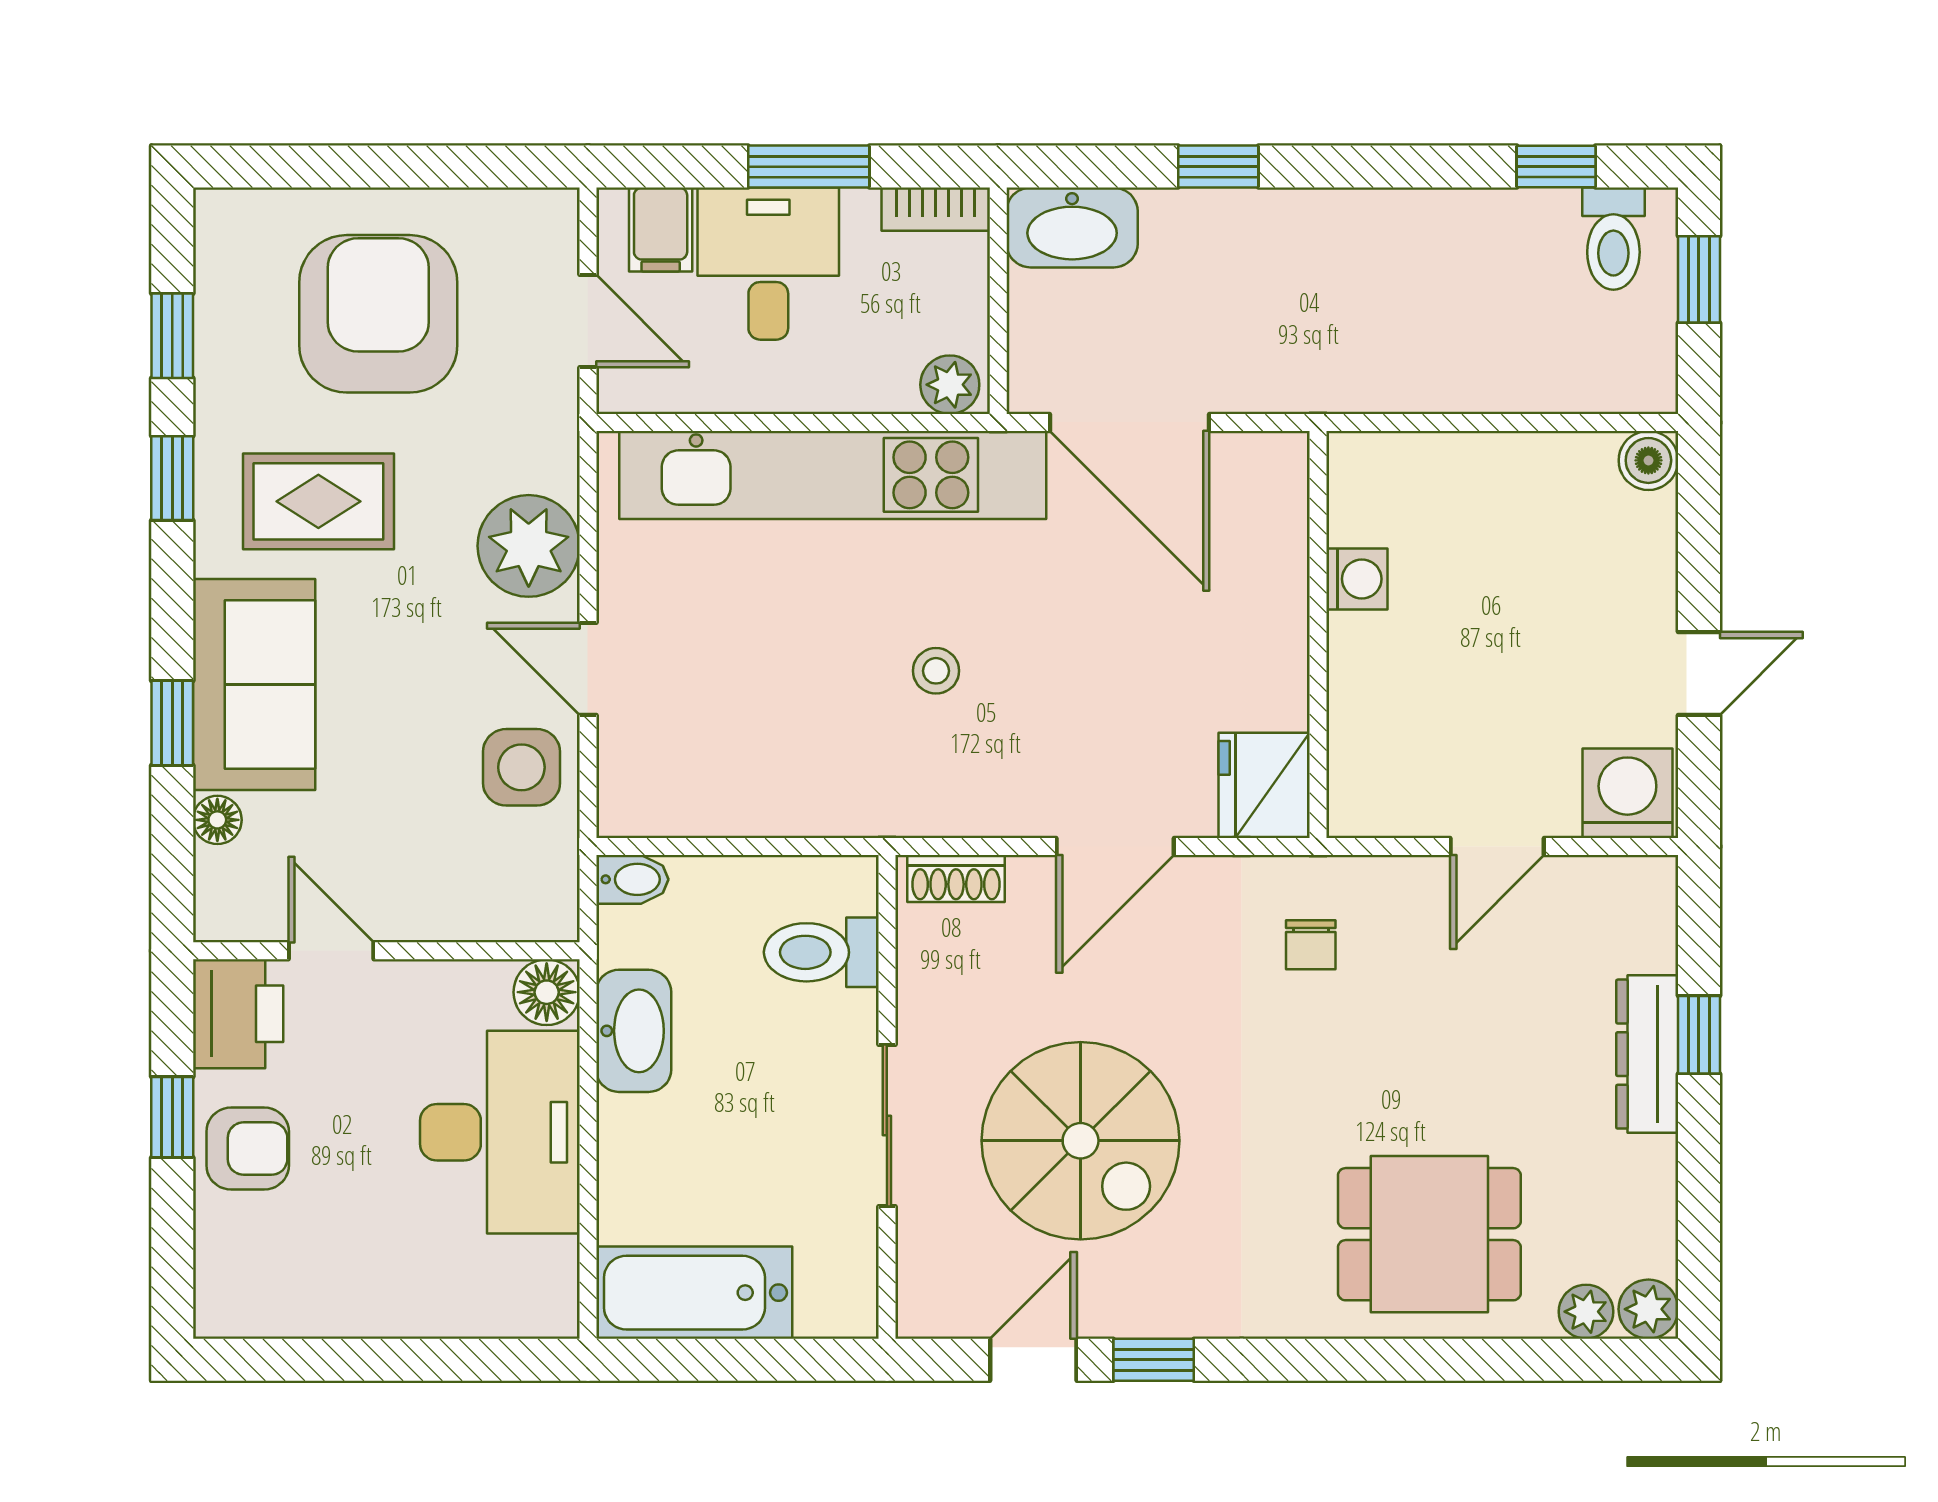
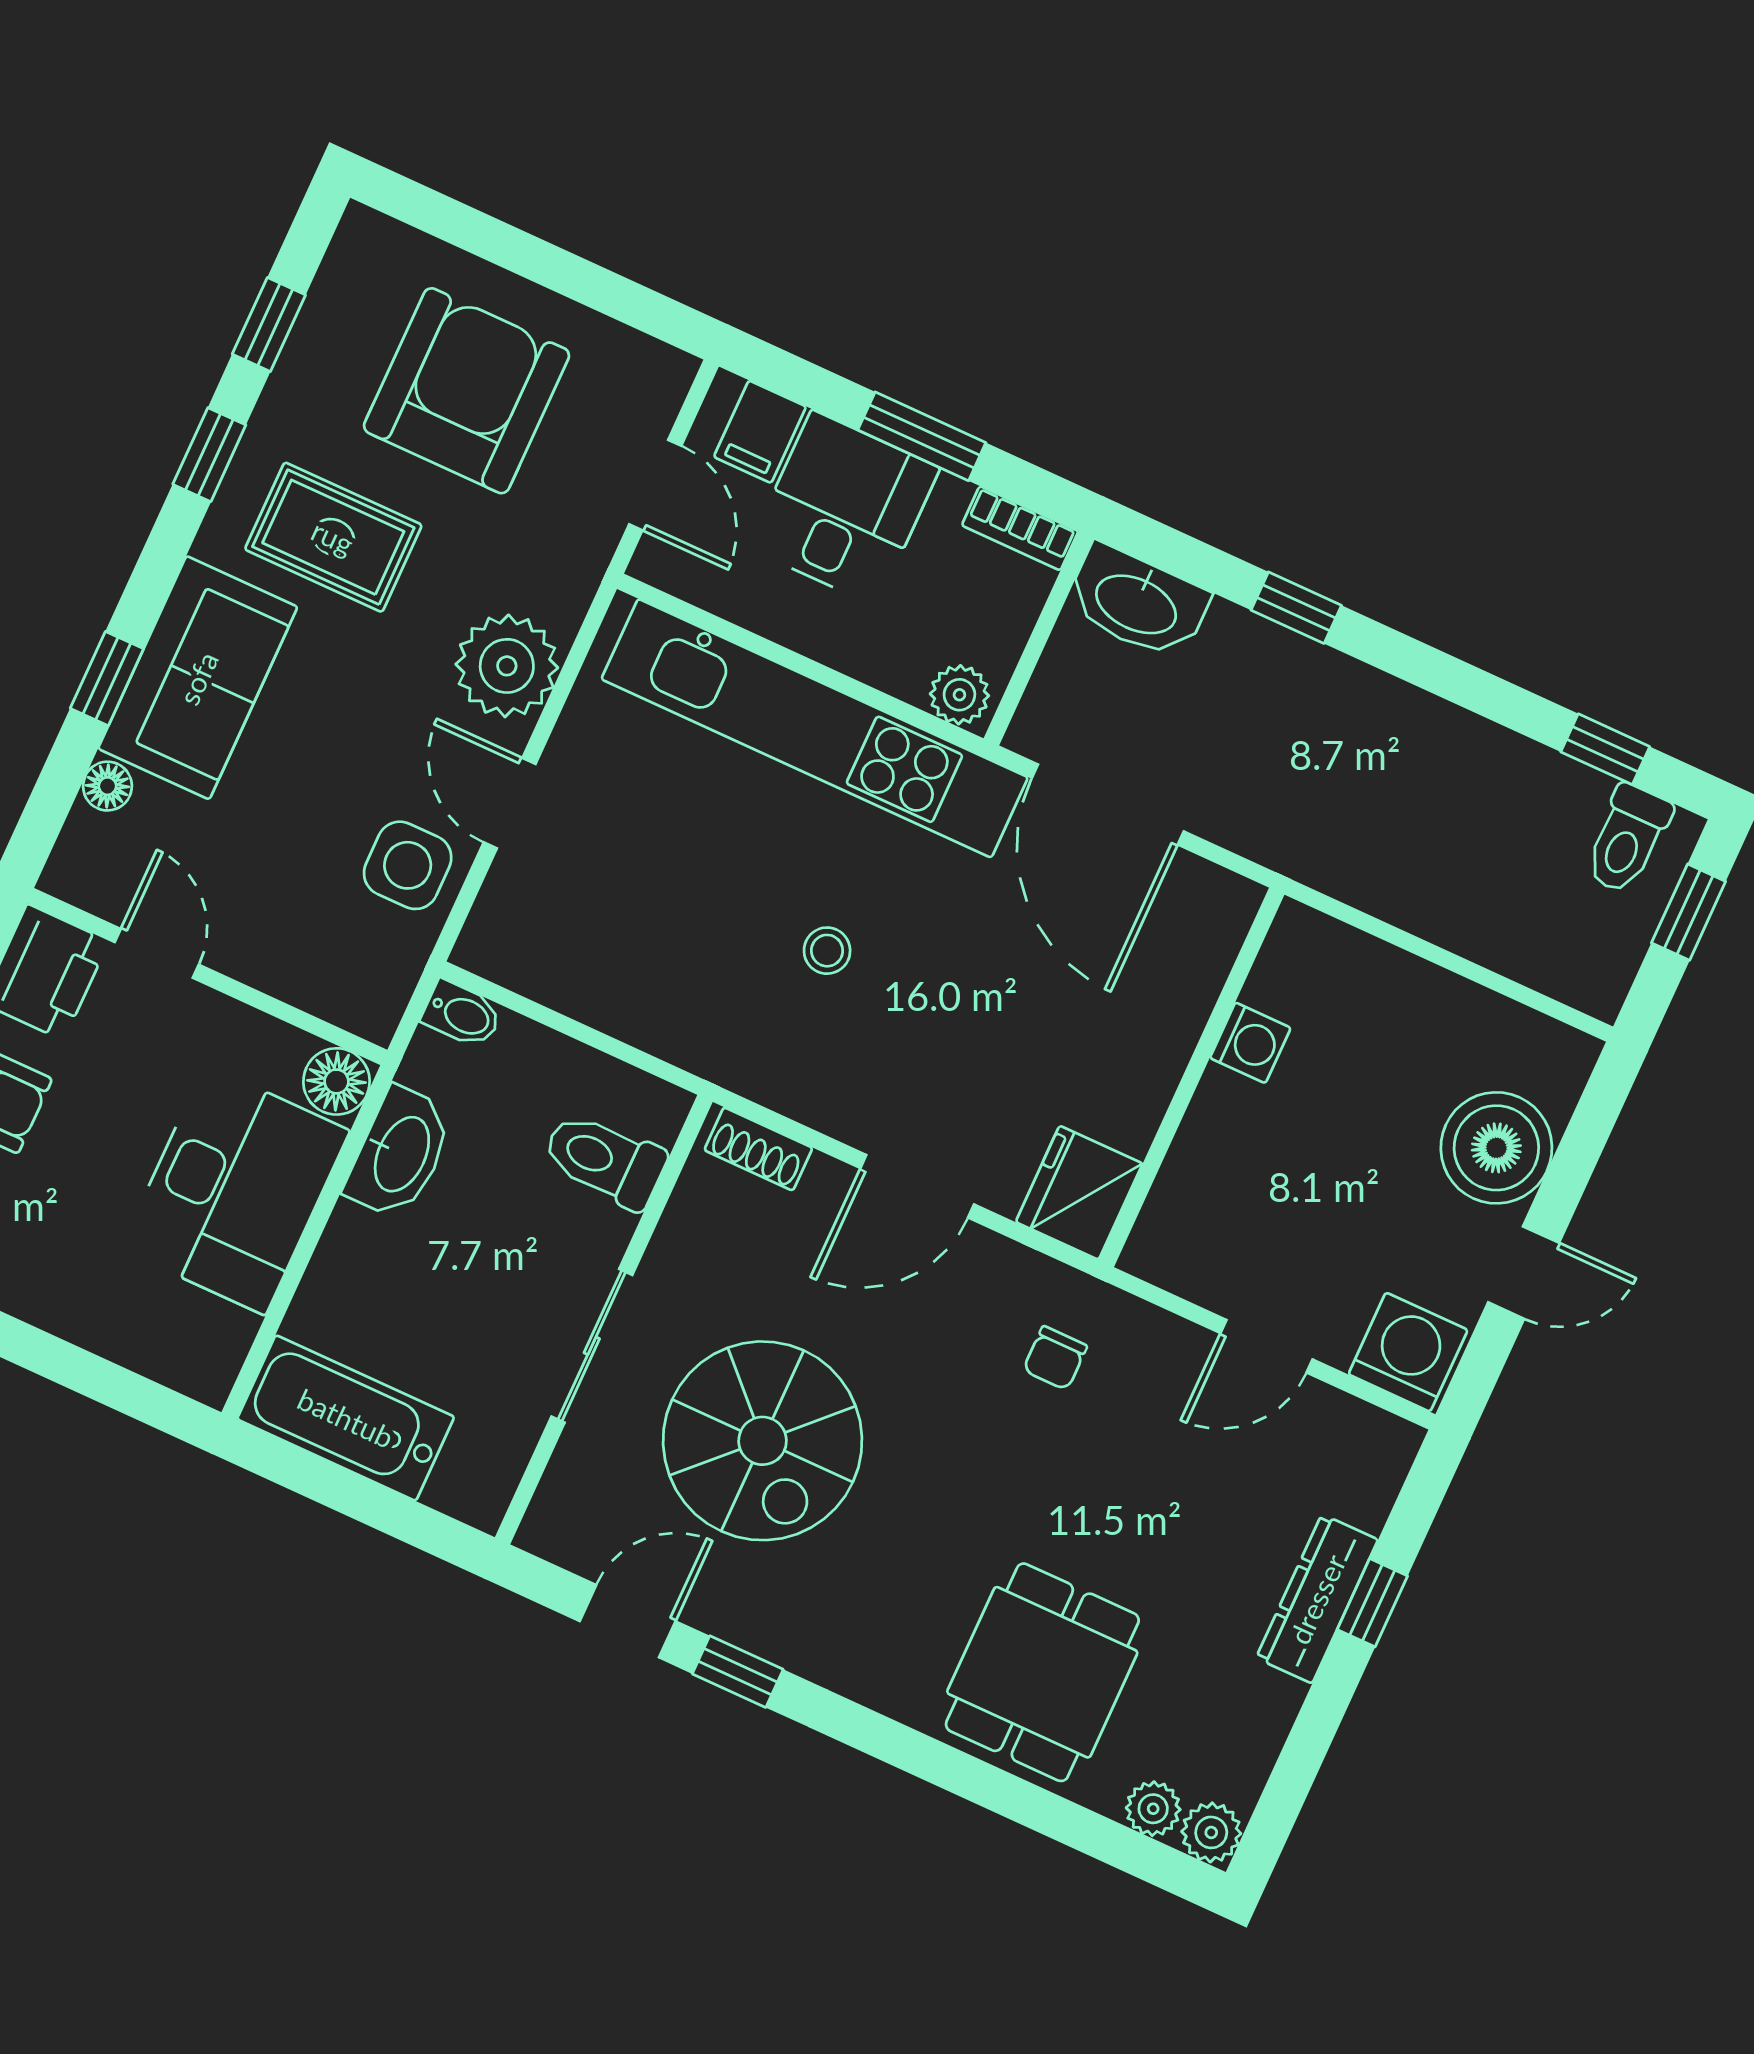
boiler: (1648, 460) -> (1496, 1148), moved, width x1.86, depth x1.86
dining table: (1429, 1234) -> (1042, 1672), turned 90

